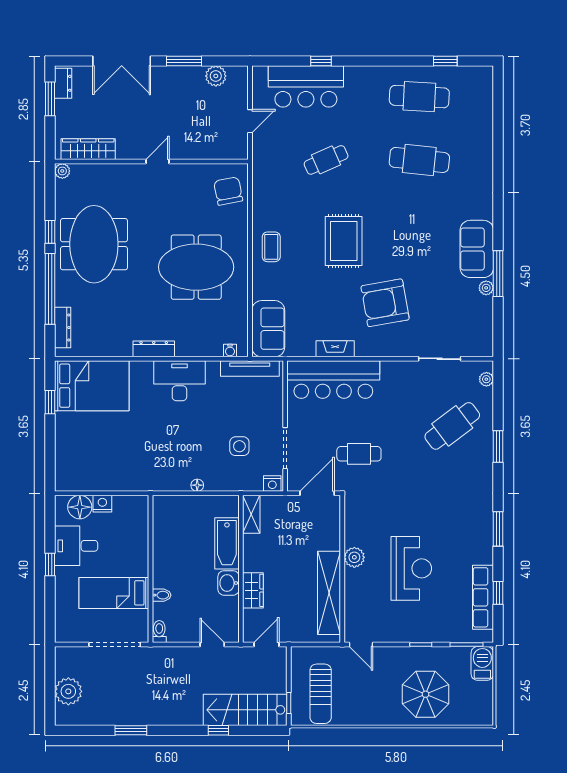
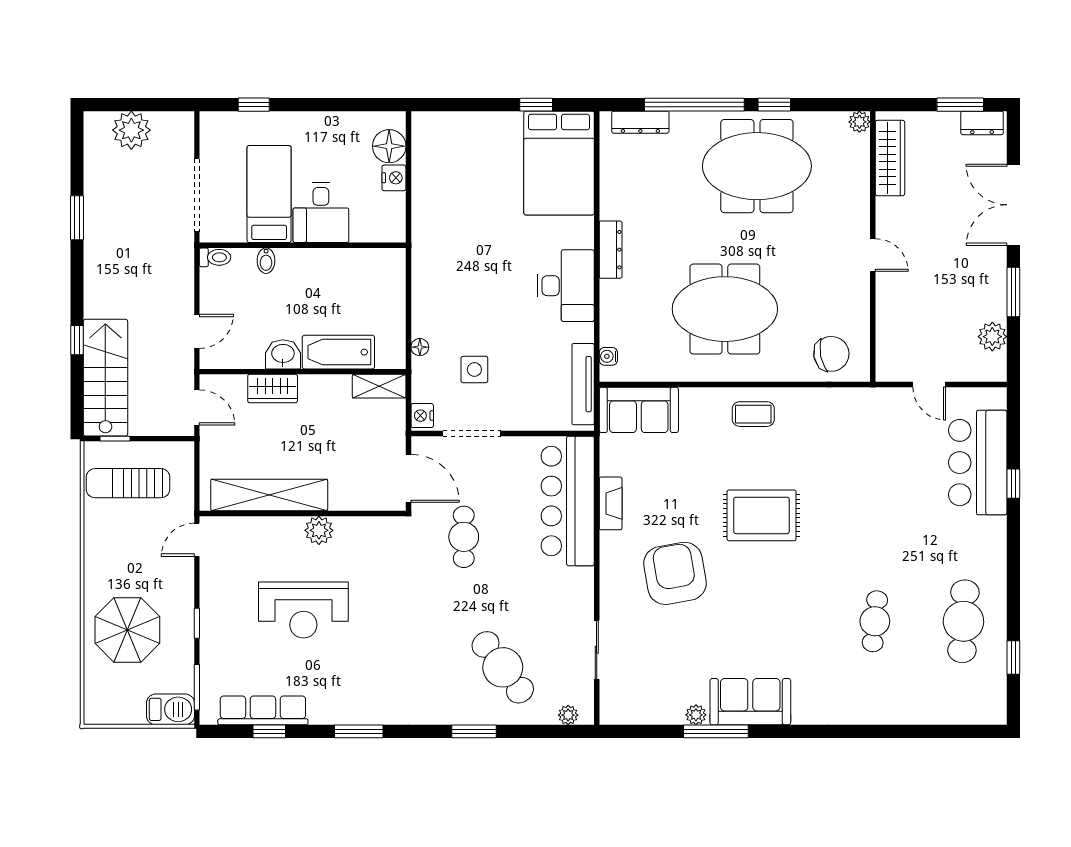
cafe table: (326, 160) -> (875, 491), removed
cafe table: (419, 160) -> (875, 621), width x0.73, depth x0.74
meeting table: (196, 267) -> (725, 309), turned 90
floor lamp: (197, 485) -> (420, 347), moved
desk: (76, 546) -> (321, 213), moved, turned 180
window: (50, 564) -> (254, 105), moved

